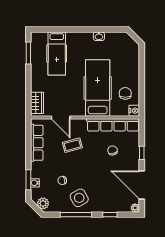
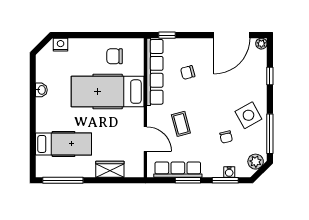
window: (28, 53) -> (63, 180), width x1.44
wardrobe: (37, 103) -> (110, 169), moved
nightstand: (134, 111) -> (61, 45), moved
door: (61, 117) -> (145, 139), hinge flipped
window: (28, 151) -> (188, 180), added
window: (142, 153) -> (167, 35), moved
window: (76, 215) -> (270, 134), moved

